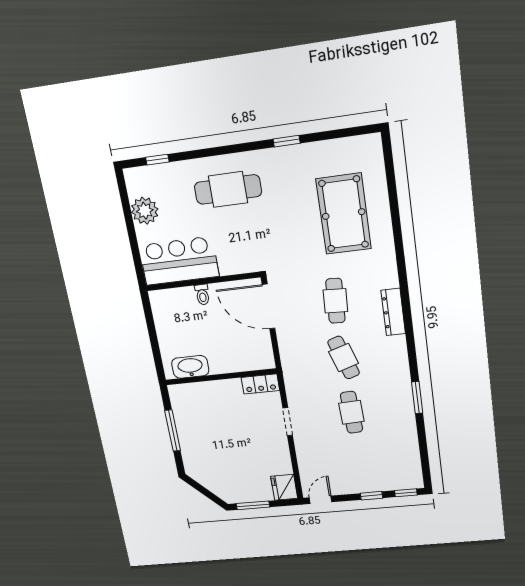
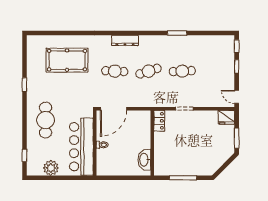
bar counter: (179, 261) -> (81, 147), width x1.36

